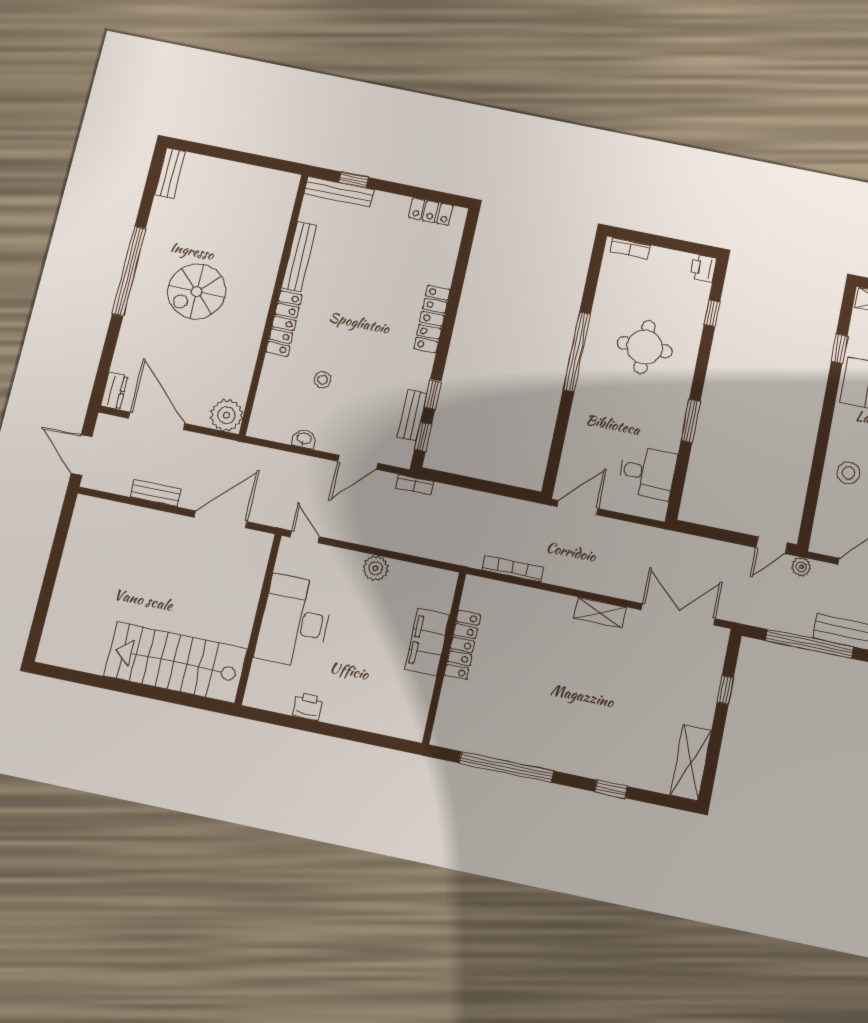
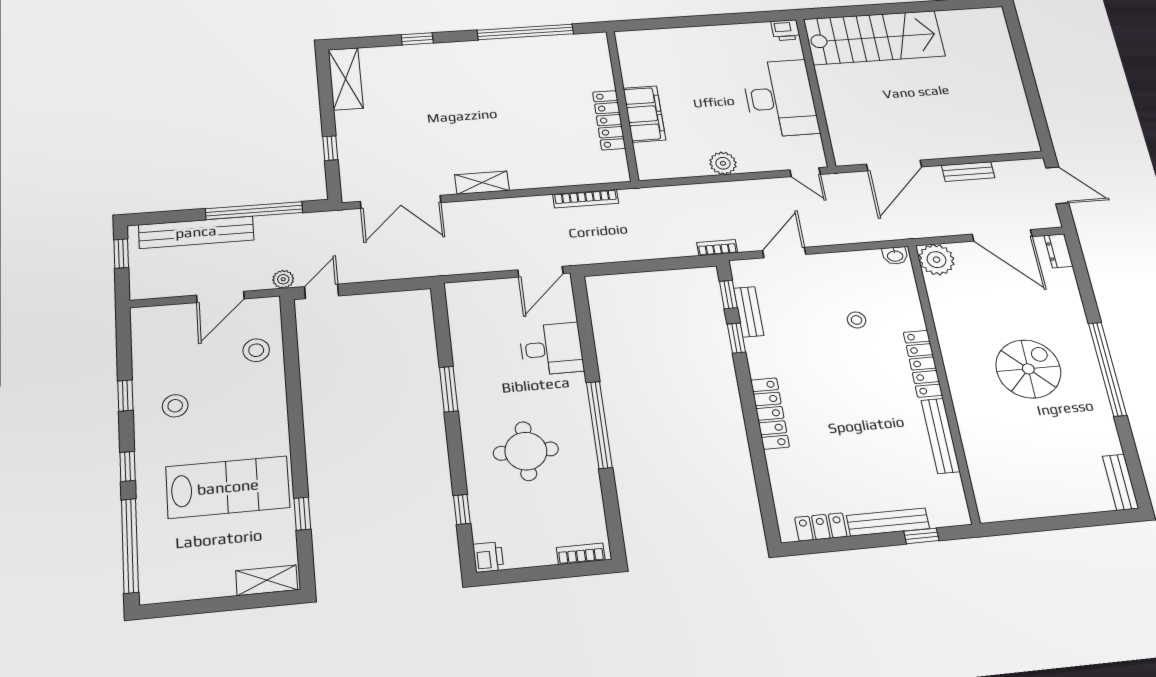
bench: (339, 192) -> (888, 522), moved
washbasin: (304, 439) -> (895, 256), moved
desk: (647, 473) -> (551, 349), moved, turned 180
stool: (848, 473) -> (256, 350), moved
printer: (308, 707) -> (786, 30), moved

